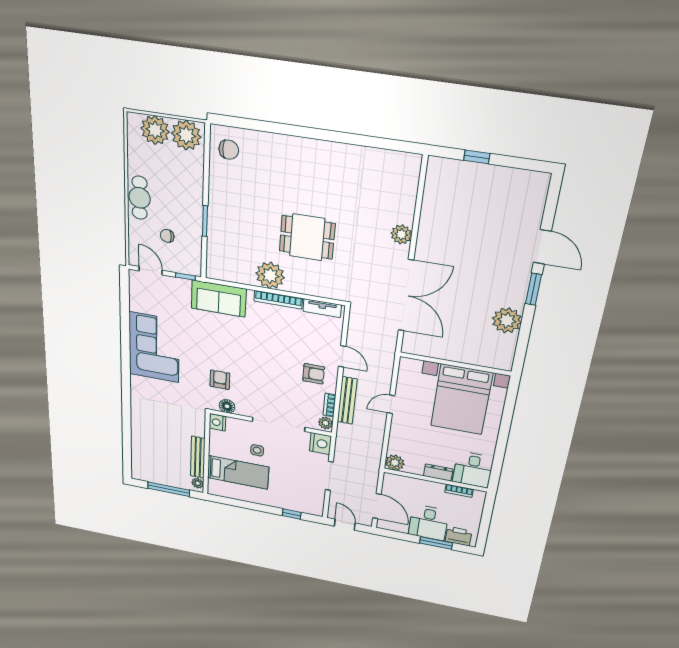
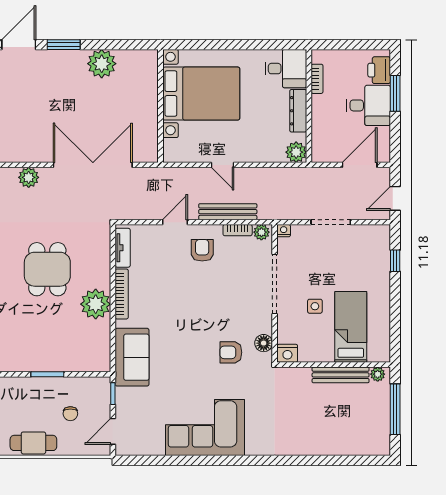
nightstand: (320, 444) -> (284, 231), width x0.53, depth x0.56
dresser: (438, 473) -> (298, 111), width x1.44

